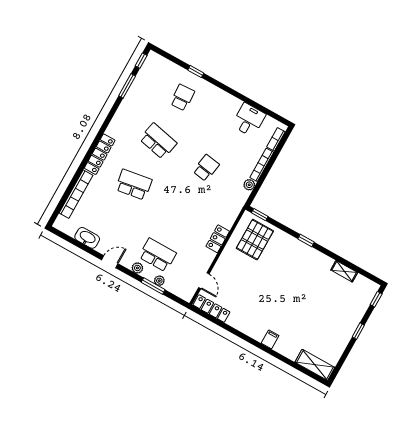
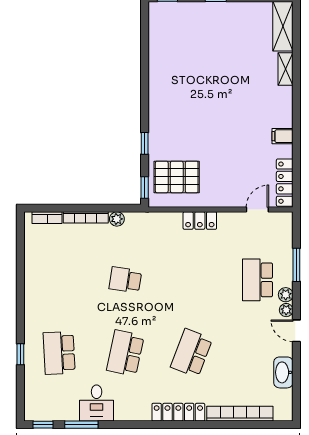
school desk: (182, 98) -> (59, 353), width x1.85
desk: (249, 120) -> (97, 403), moved, turned -90
school desk: (134, 185) -> (191, 353), turned 30
window: (306, 241) -> (145, 143), moved
shelving: (344, 271) -> (286, 69), moved
plant: (159, 281) -> (286, 310), moved
filing cabinet: (270, 339) -> (283, 136), moved

